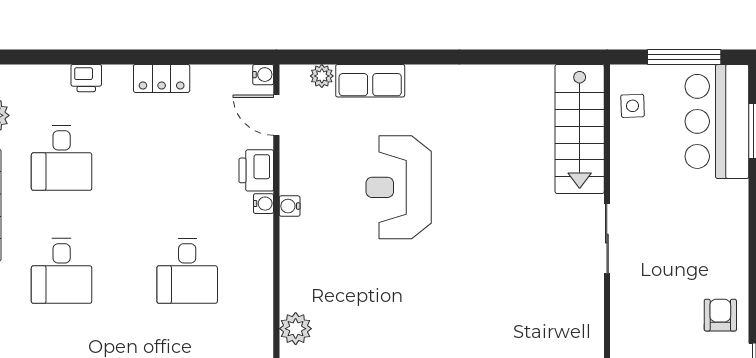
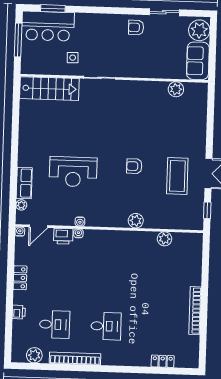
side table: (633, 106) -> (73, 58), moved
desk: (187, 271) -> (108, 269), removed
armchair: (415, 322) -> (134, 166), added

